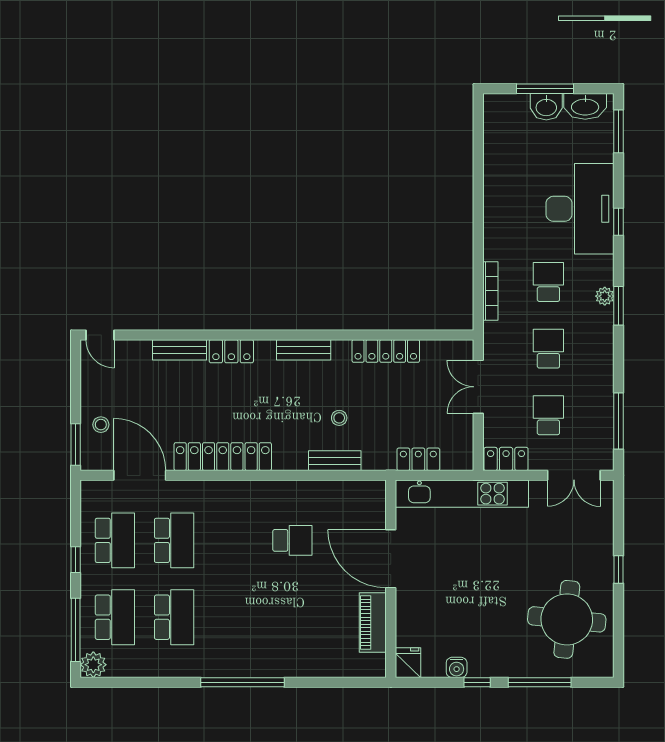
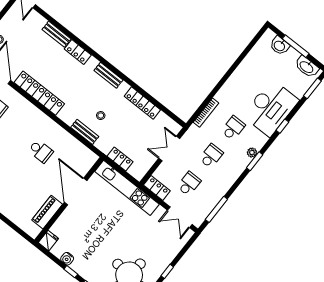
washbasin: (546, 107) -> (280, 46), moved

